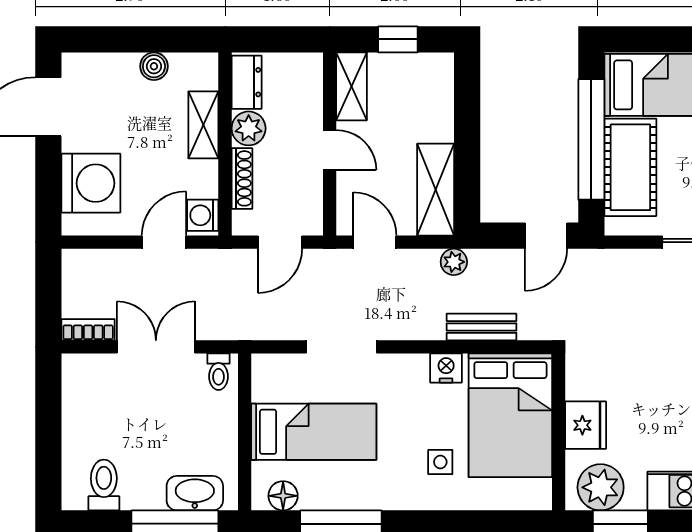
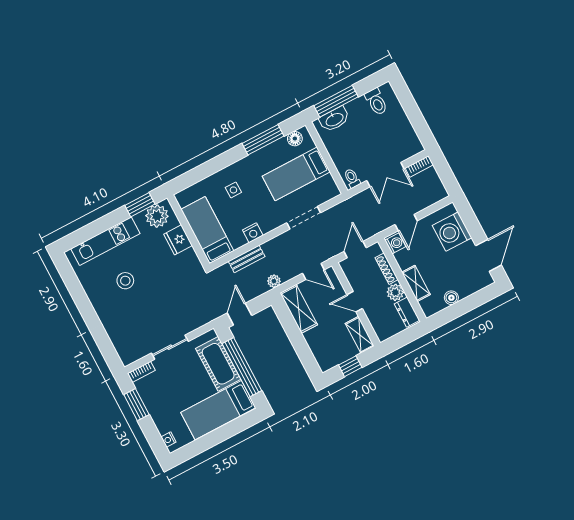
bed: (510, 415) -> (207, 230), width x0.67

